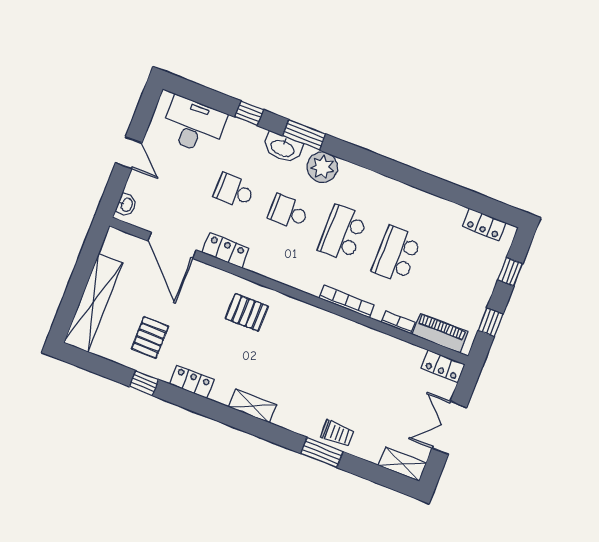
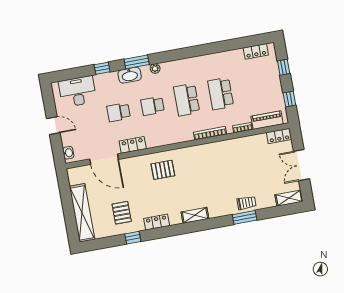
plant: (322, 167) -> (155, 69), width x0.53, depth x0.53

